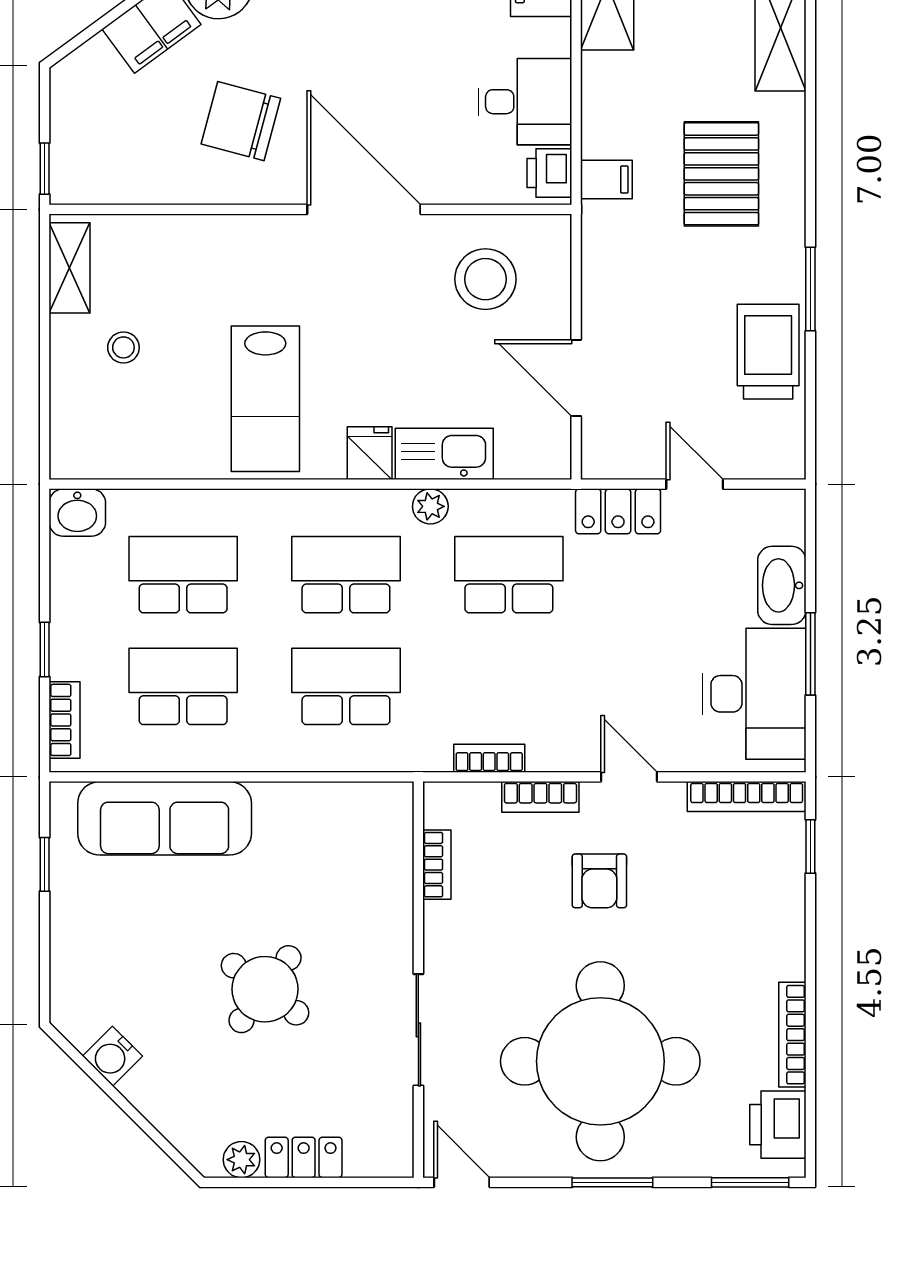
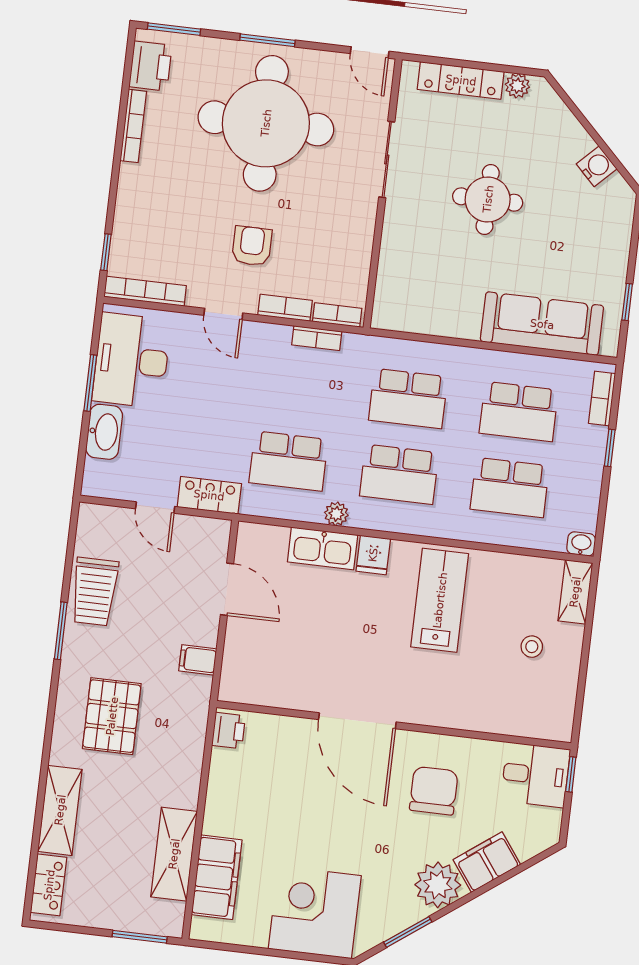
desk: (525, 102) -> (536, 775), moved, turned 180
chair: (241, 121) -> (434, 791), turned -105
filing cabinet: (606, 179) -> (198, 660), moved
shelving: (69, 268) -> (575, 592), moved
stool: (485, 279) -> (280, 664), removed
washbasin: (77, 513) -> (581, 544), width x0.72, depth x0.69
bookcase: (437, 865) -> (337, 315), moved, turned 90
round table: (265, 989) -> (488, 199), turned -37
locker: (304, 1157) -> (461, 80), width x1.53

